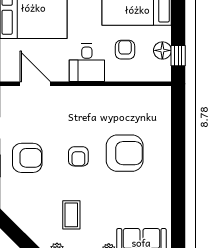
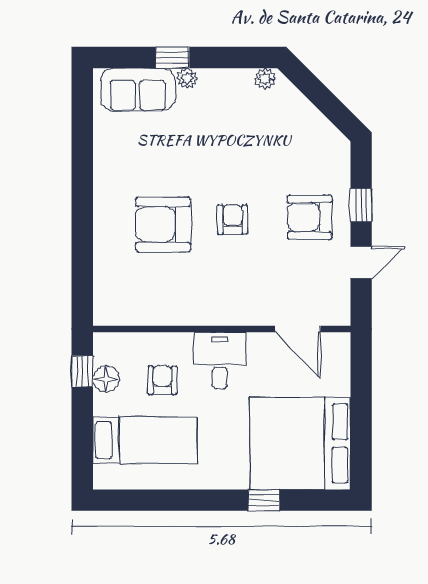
armchair: (125, 50) -> (162, 380), turned 180
coffee table: (71, 215) -> (243, 131), removed

